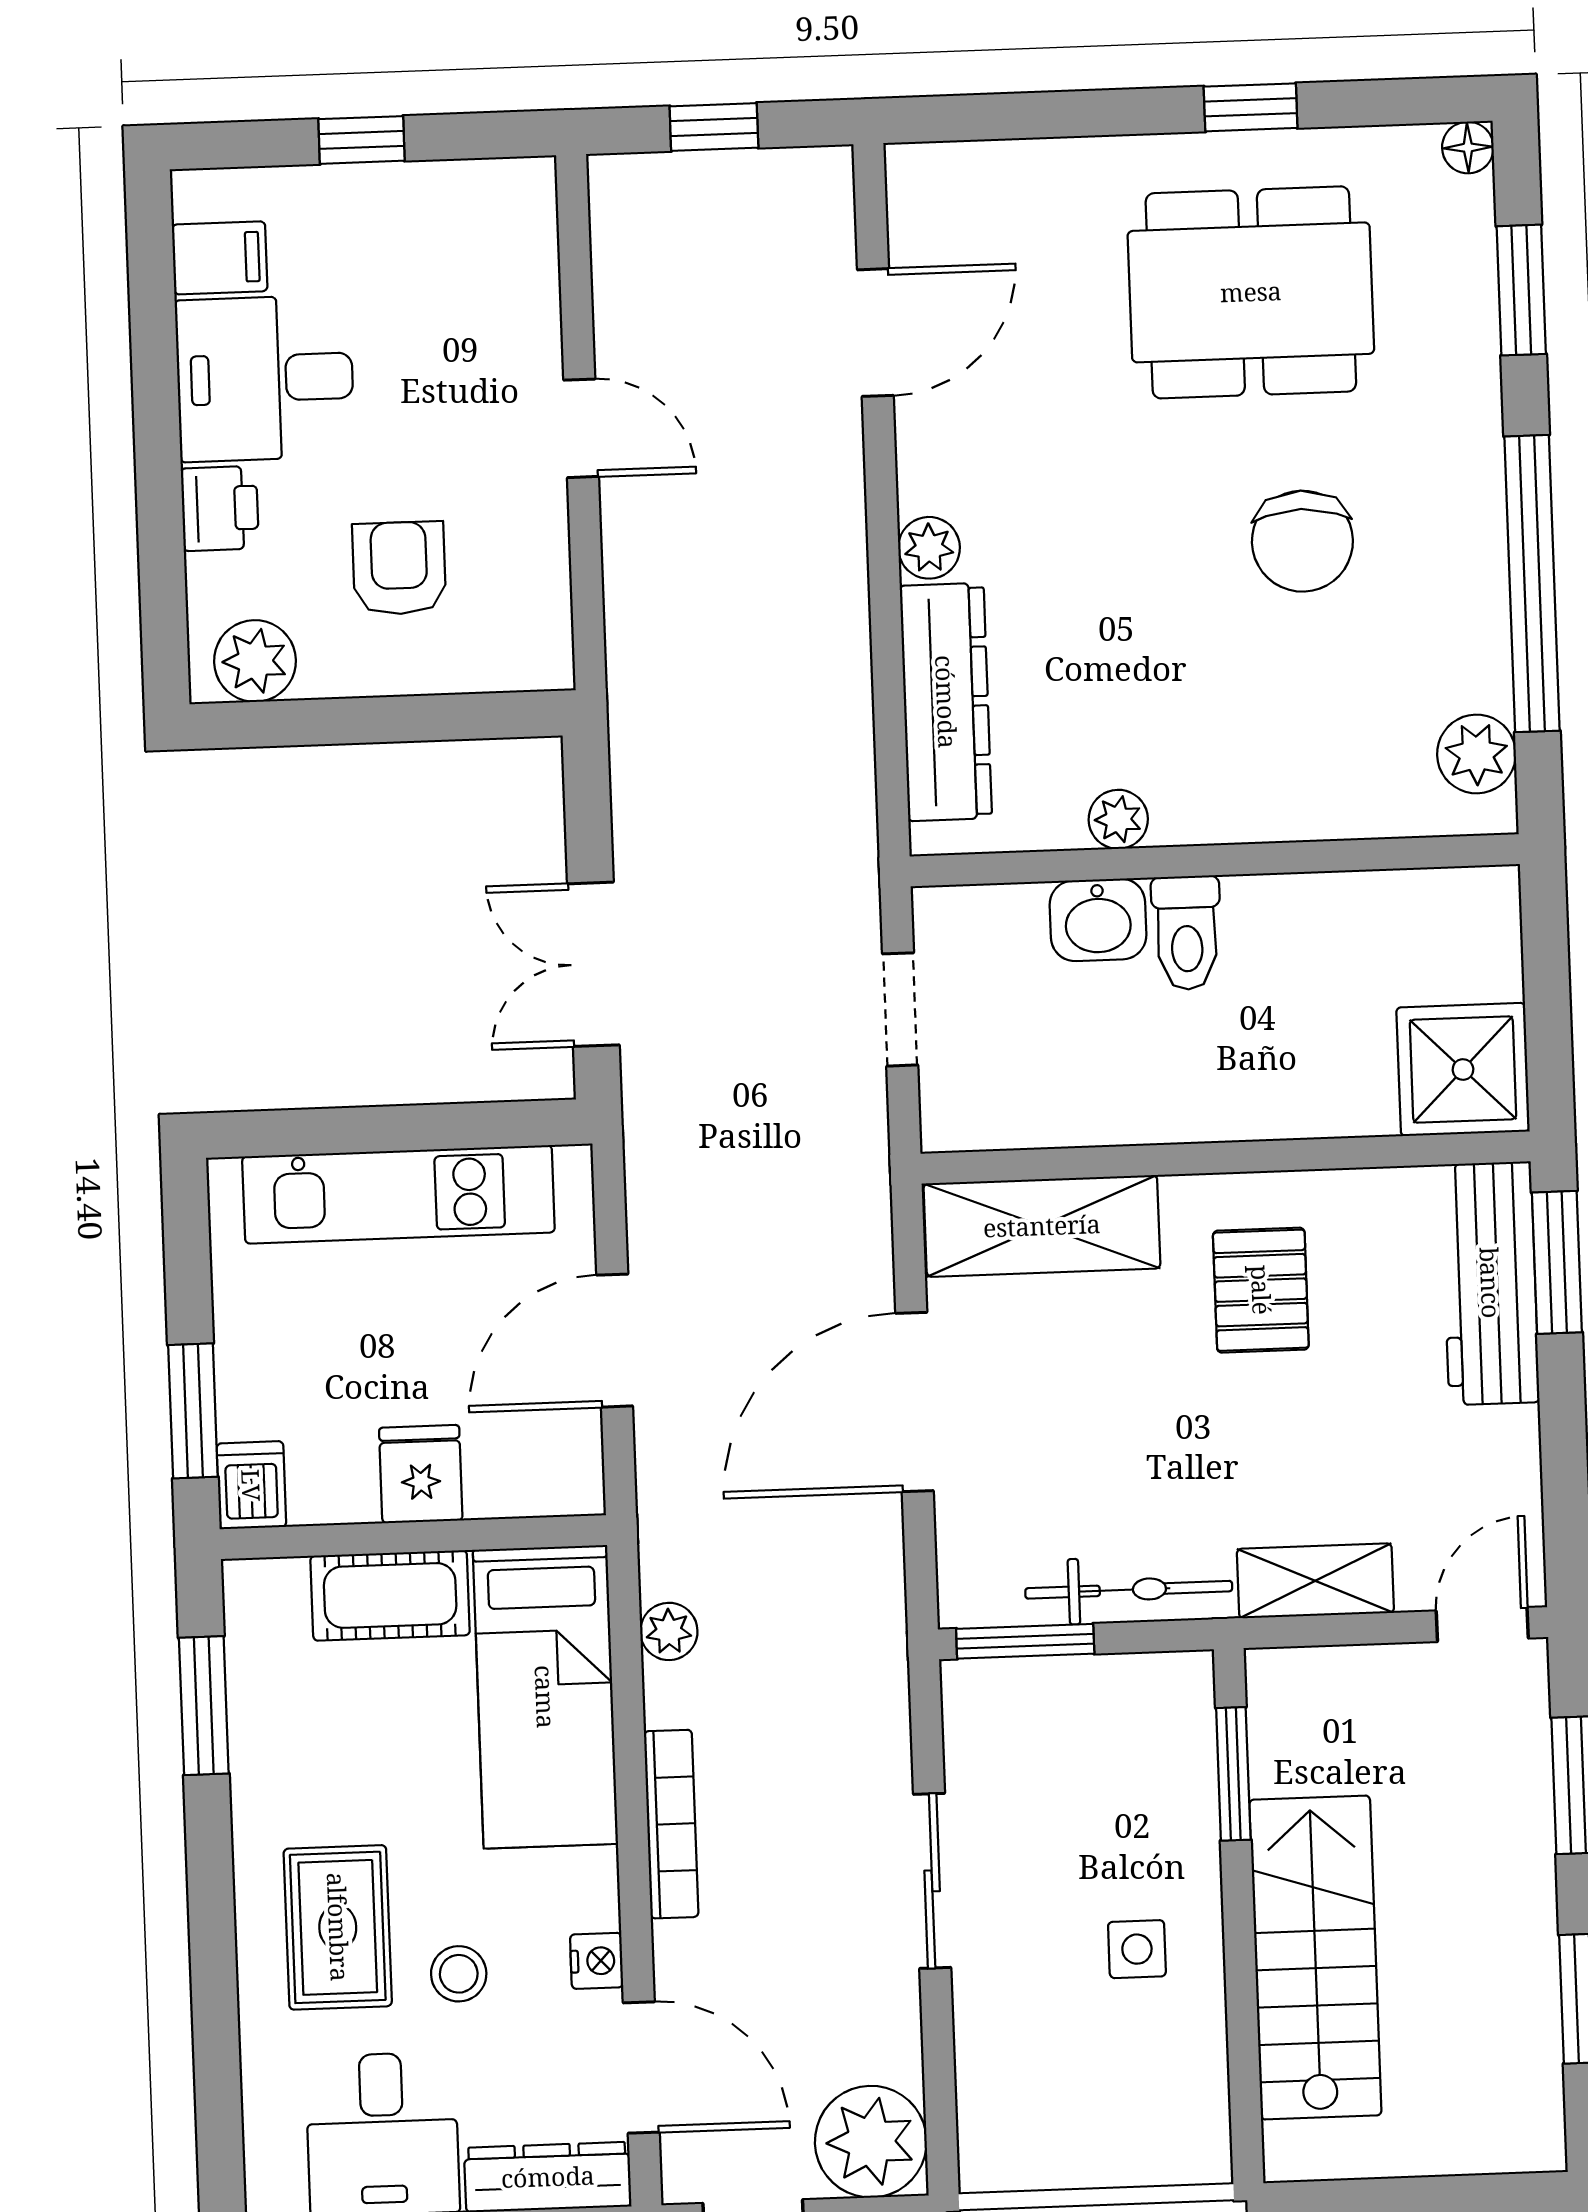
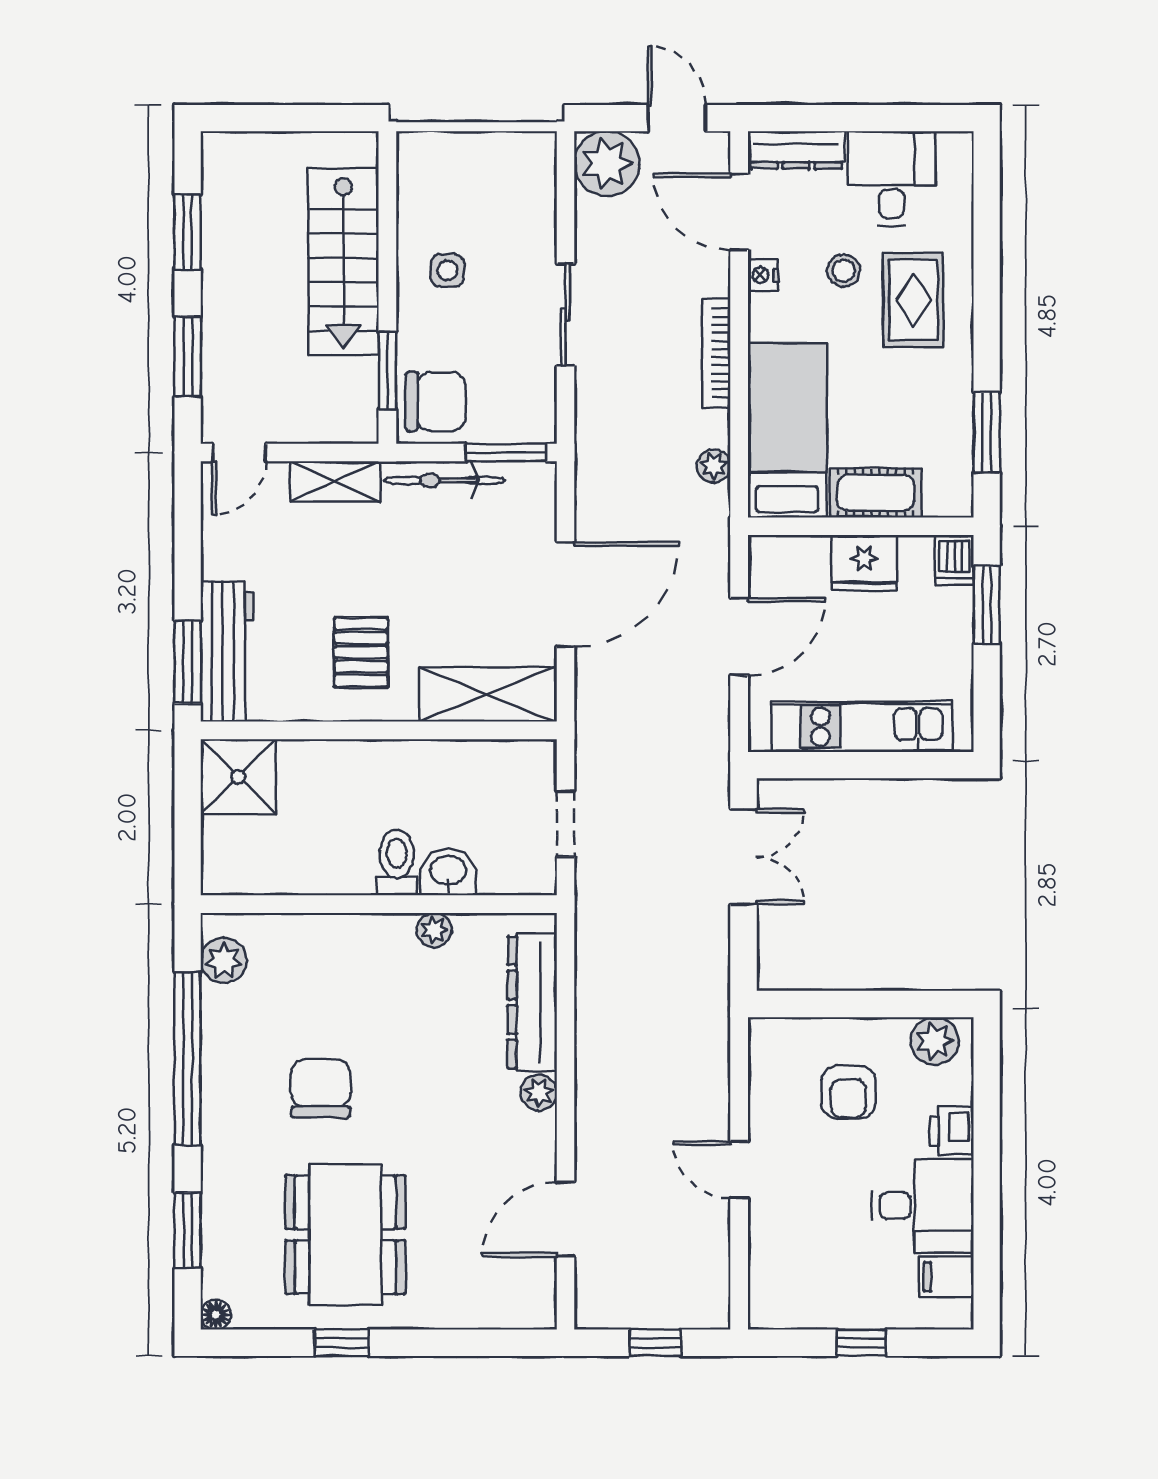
dining table: (1251, 292) -> (345, 1235), turned 90
fridge: (421, 1474) -> (864, 563), width x1.38
chair: (1149, 1724) -> (436, 401), added

